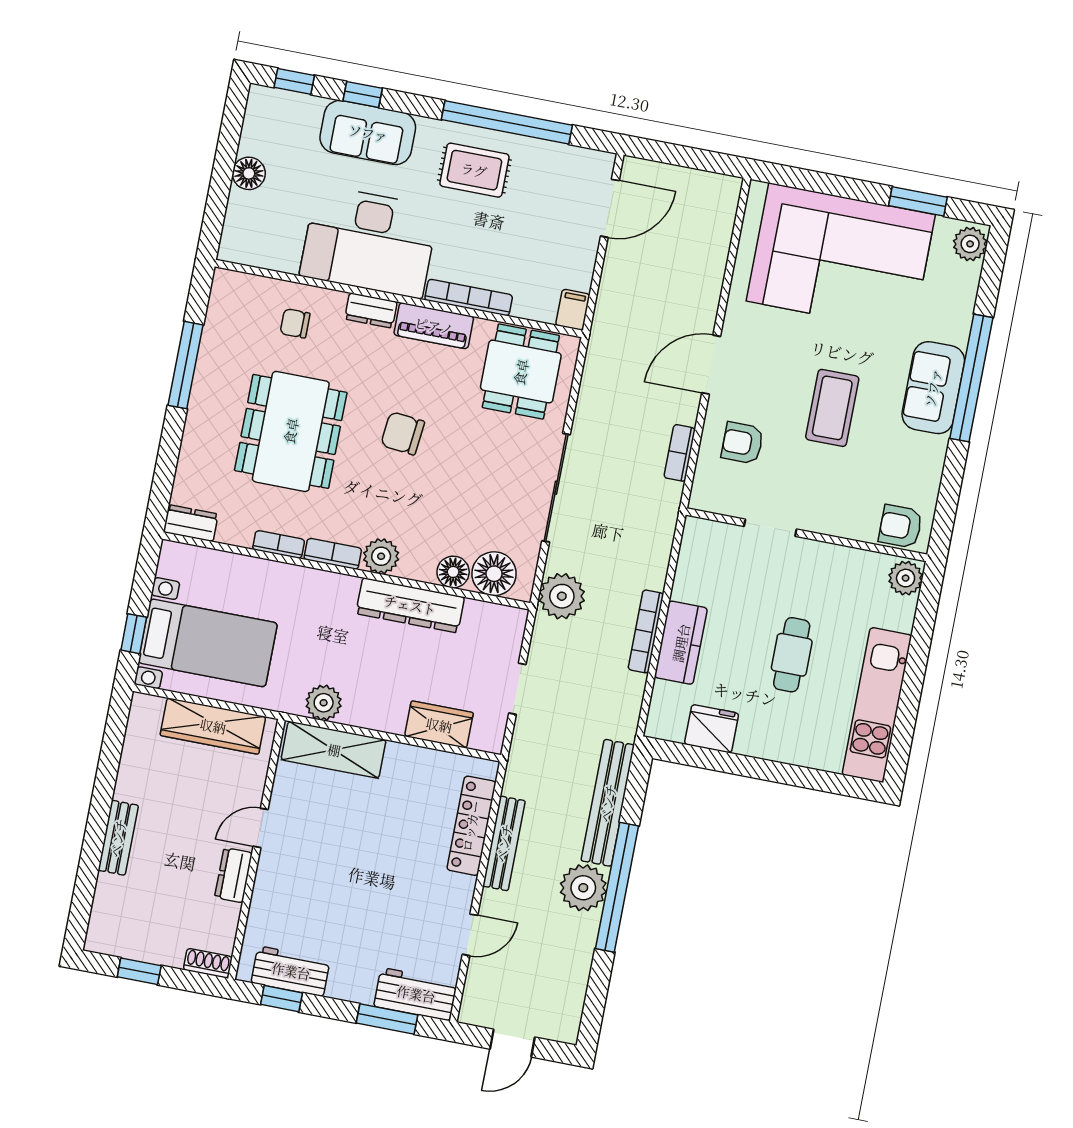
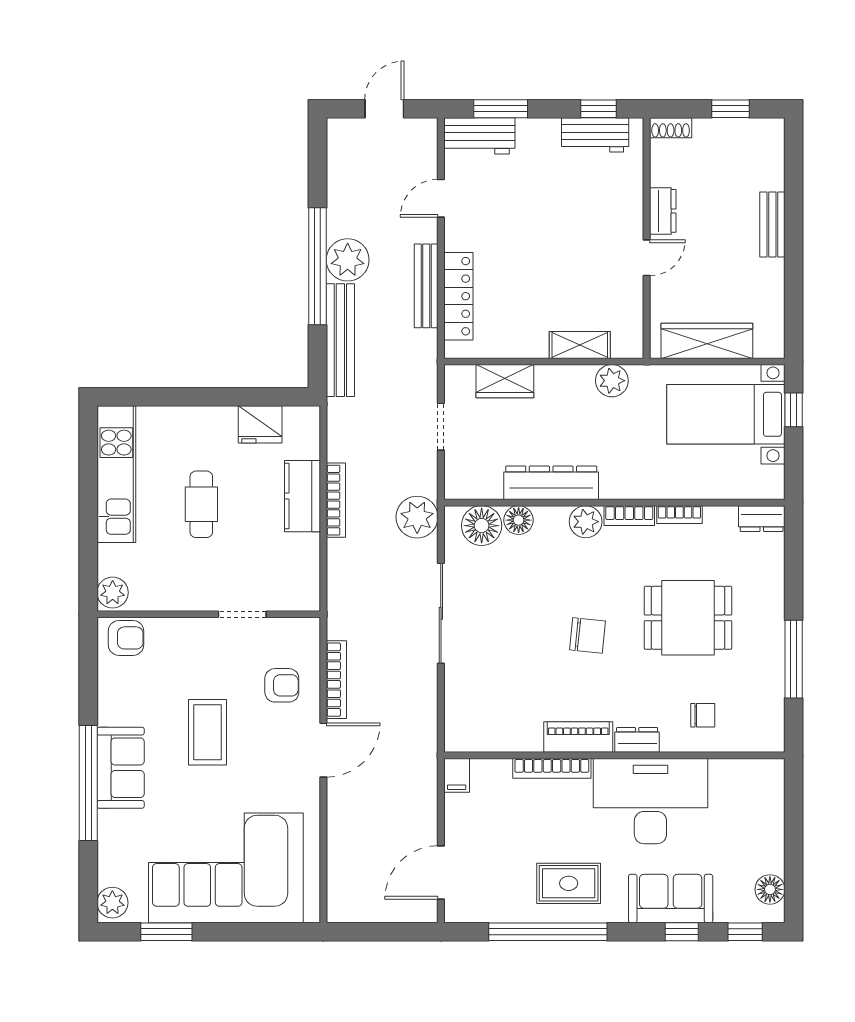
floor lamp: (249, 173) -> (770, 889), moved
dining table: (521, 372) -> (492, 711), removed
dining table: (291, 431) -> (688, 618), width x0.73
bookcase: (680, 453) -> (336, 680), width x1.56
shelving: (334, 750) -> (580, 345), width x0.67, depth x0.75

